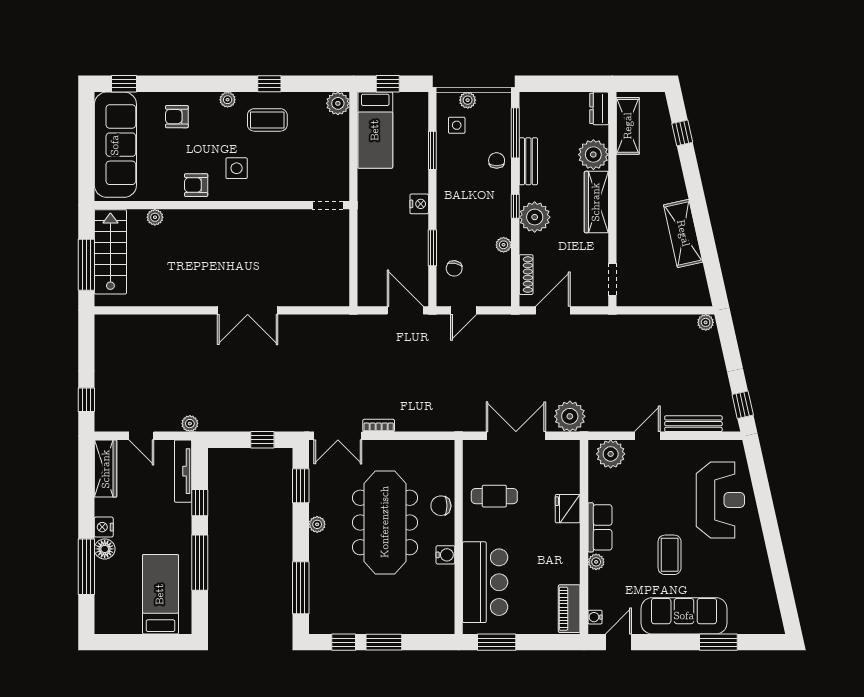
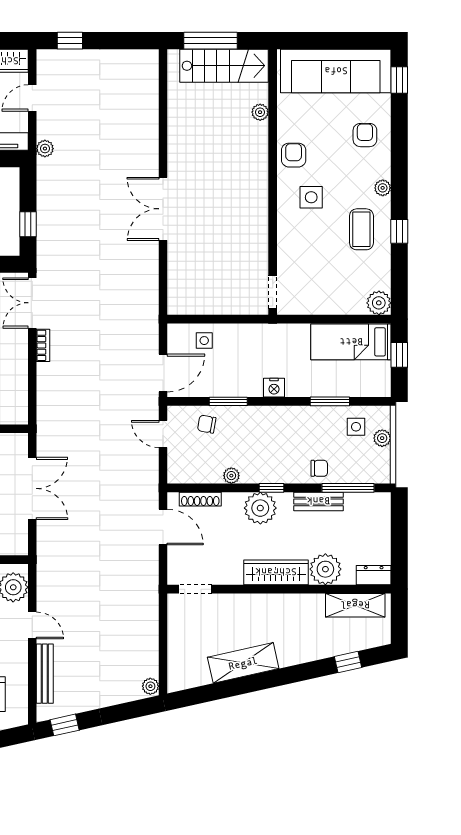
side table: (374, 271) -> (204, 341), added
plant: (570, 416) -> (53, 545), removed

